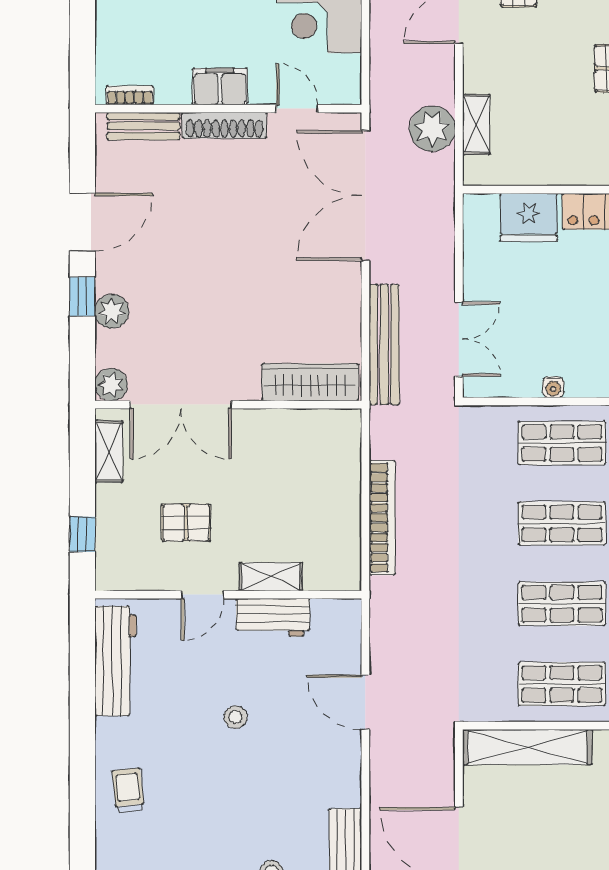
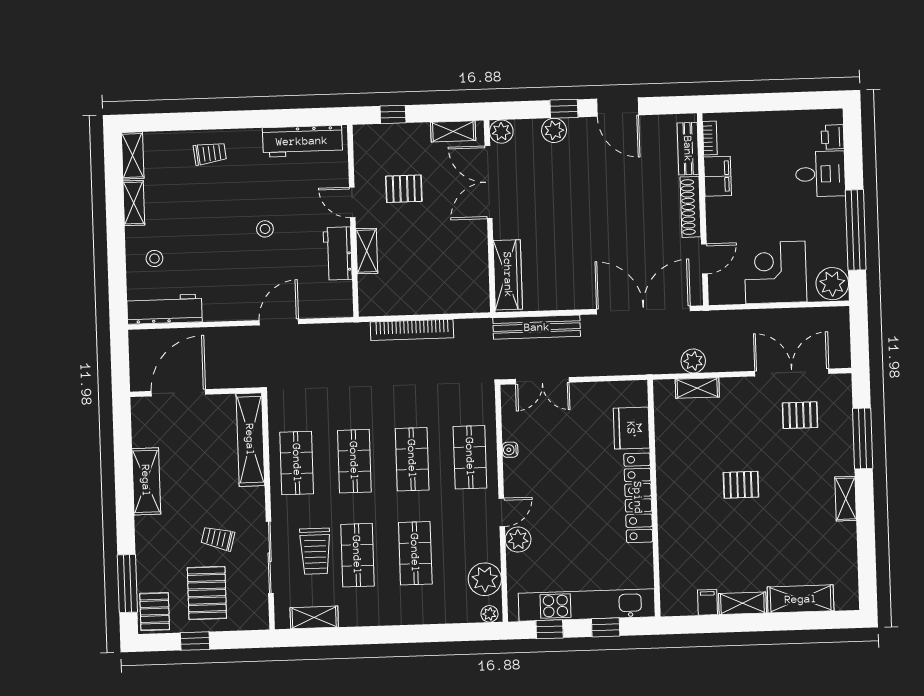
filing cabinet: (220, 86) -> (718, 176), moved
plant: (432, 129) -> (693, 361), width x0.73, depth x0.73
pallet: (186, 523) -> (404, 189), turned 90

